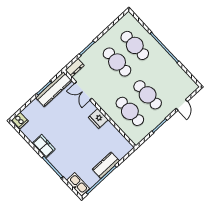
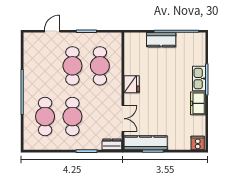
kitchen sink: (78, 184) -> (199, 79), moved

